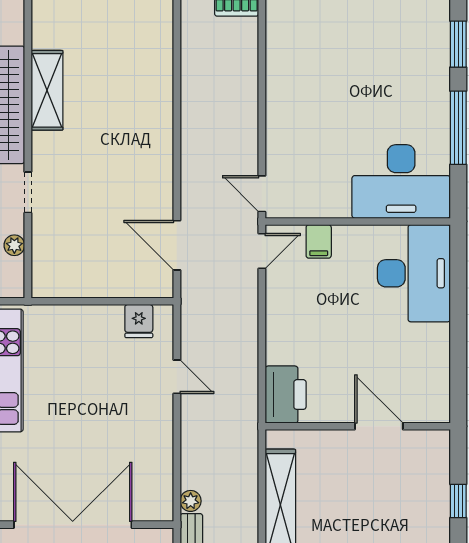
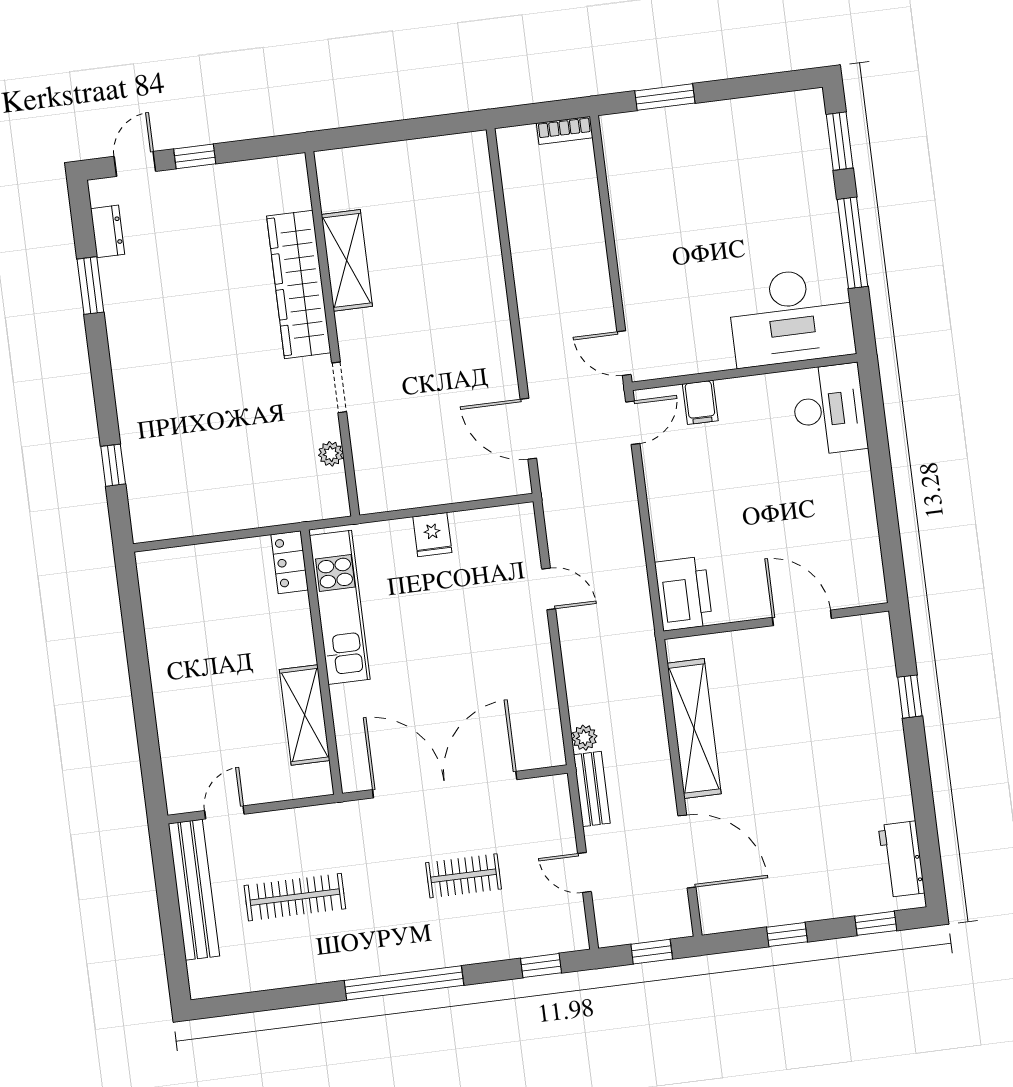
desk: (414, 273) -> (829, 409), width x0.73, depth x0.77
fridge: (139, 321) -> (432, 535), moved

